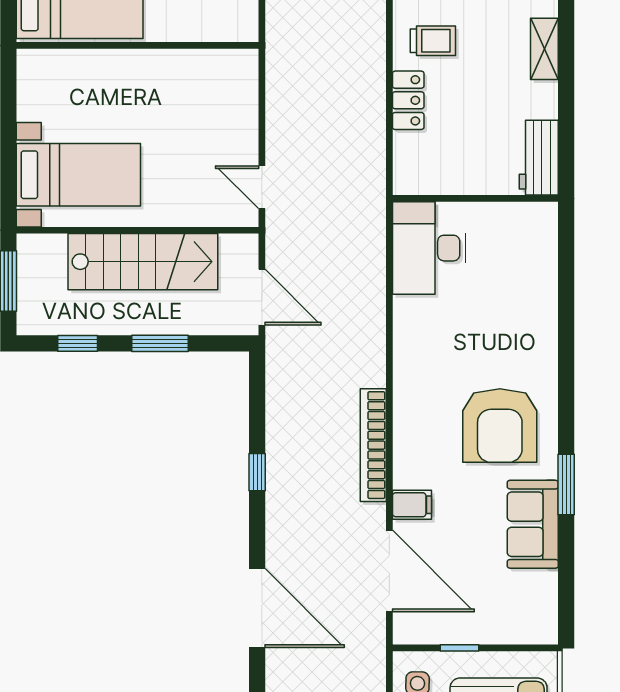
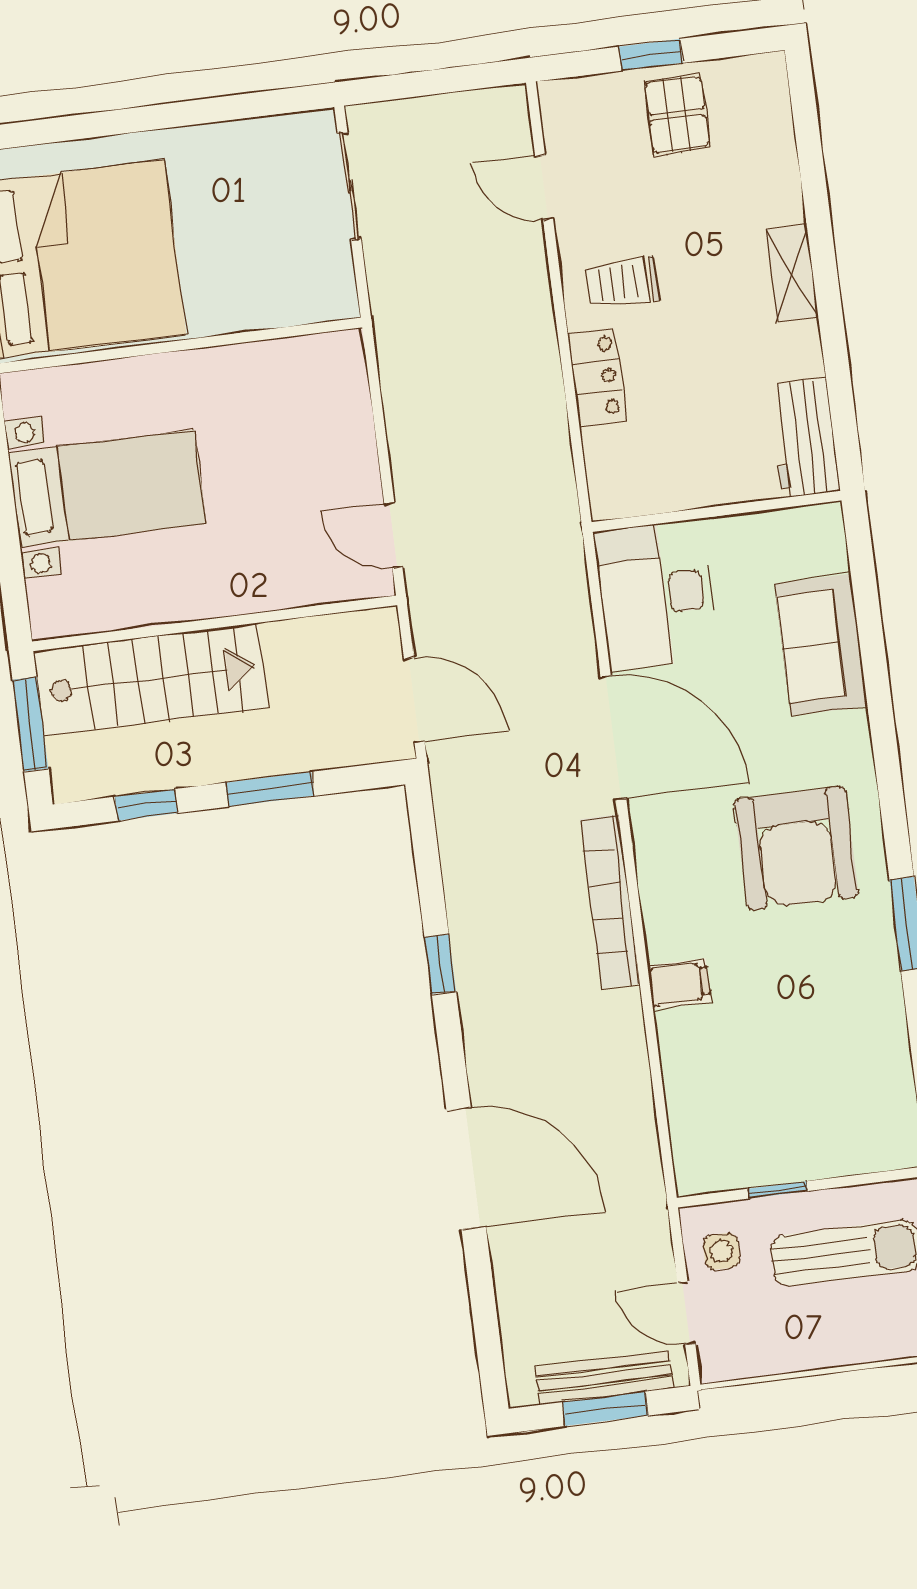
trolley: (433, 41) -> (623, 282), turned 180
bed with nightstands: (78, 175) -> (107, 488), moved
stairs: (143, 262) -> (151, 679), moved
sofa: (533, 524) -> (821, 645), moved
door: (389, 571) -> (614, 738), moved

